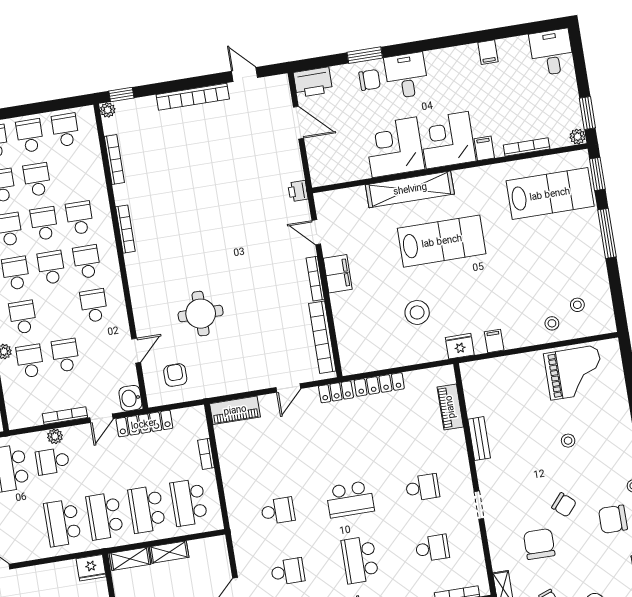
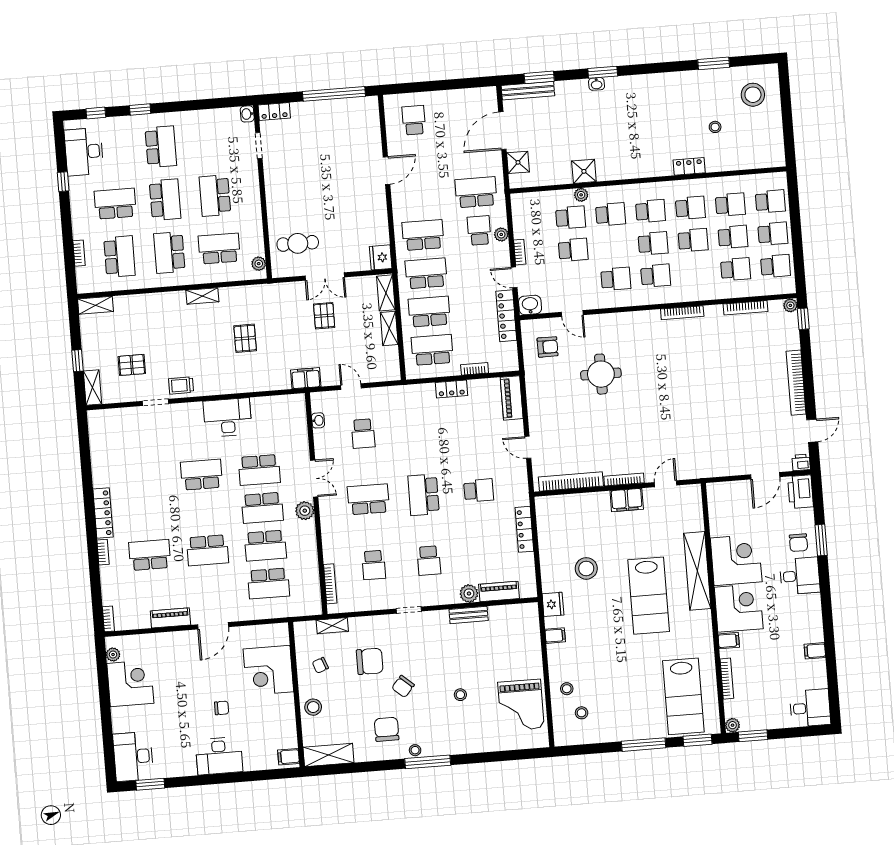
printer: (298, 191) -> (801, 462), moved
school desk: (80, 218) -> (736, 269), moved
locker: (336, 392) -> (451, 389), moved, turned -90
bookcase: (65, 416) -> (520, 252), width x0.64
plant: (455, 440) -> (469, 594), added
school desk: (278, 511) -> (479, 490), moved, turned -90

